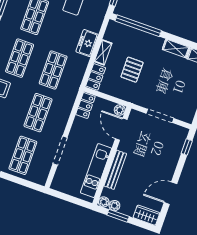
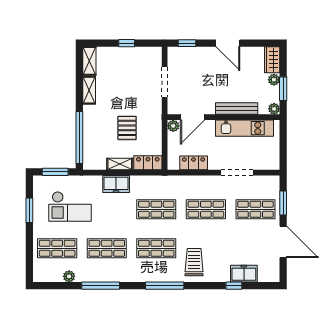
pallet: (132, 70) -> (127, 128), turned 90
locker: (85, 105) -> (194, 163), moved
window: (20, 181) -> (283, 203), added
door: (170, 193) -> (228, 43), moved
plant: (114, 206) -> (274, 80), moved

